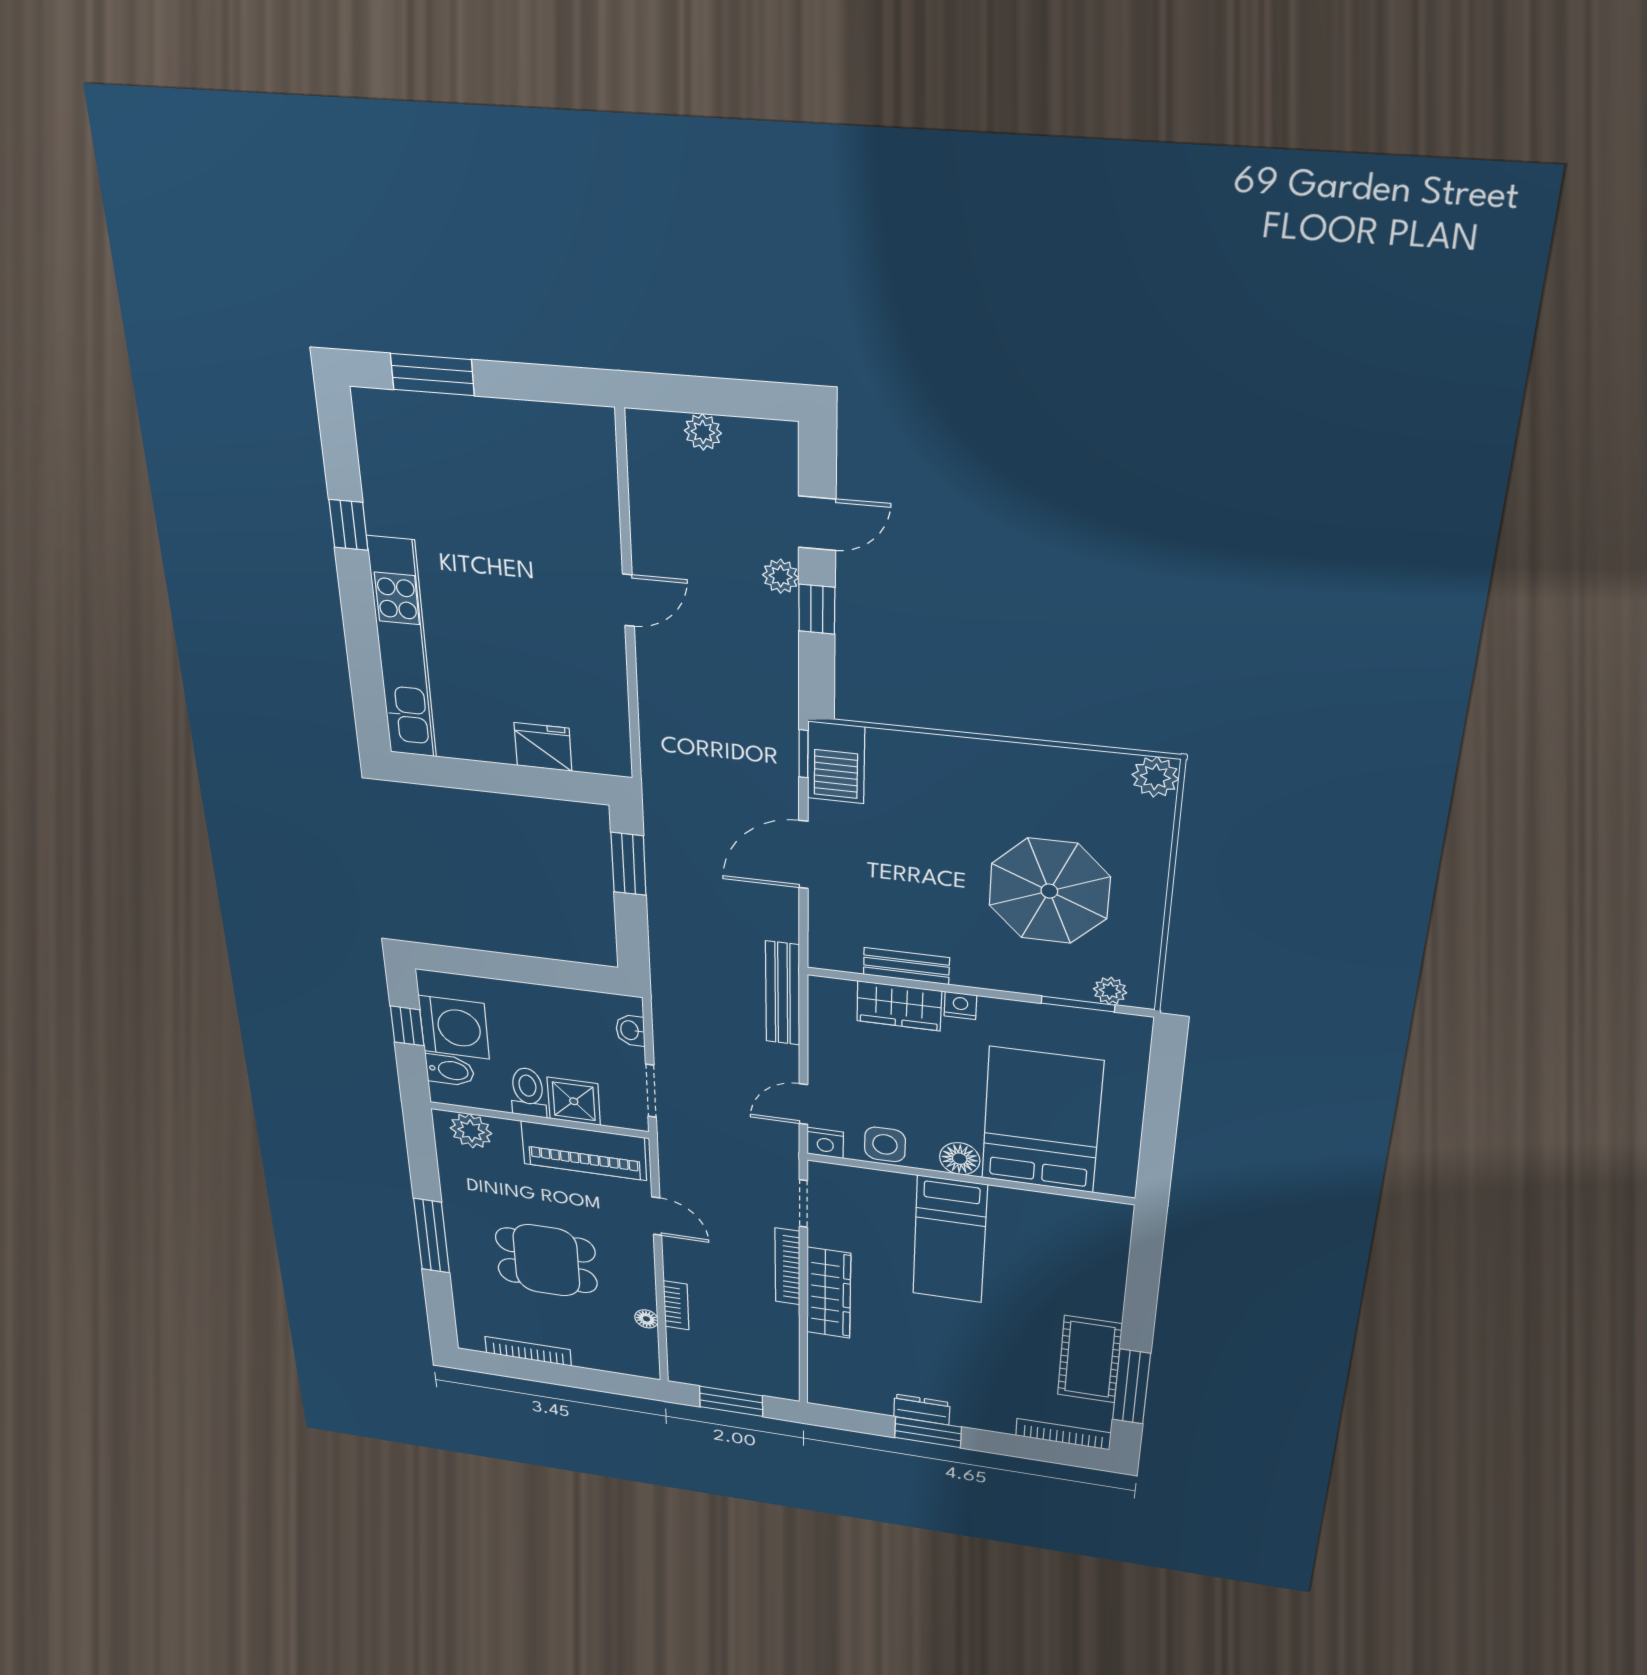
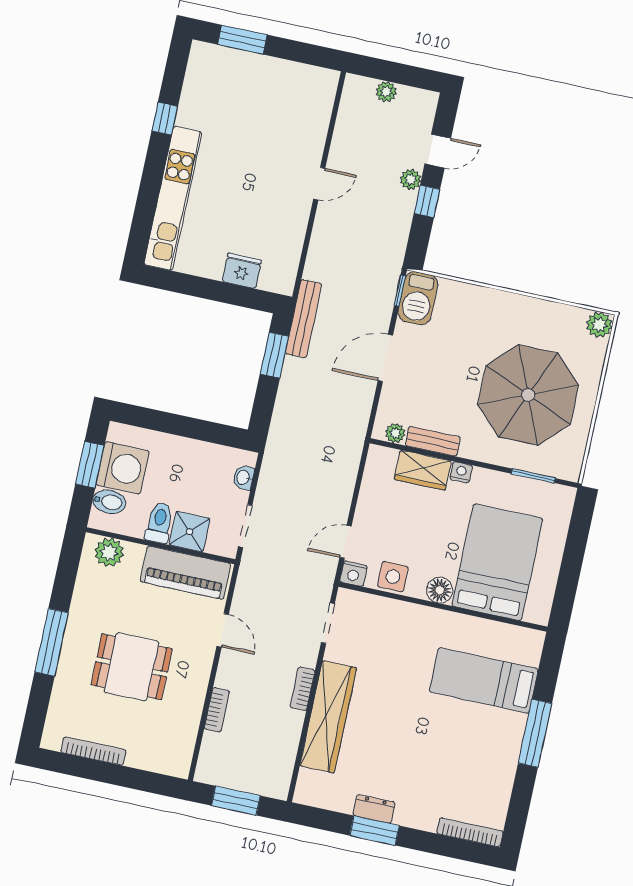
parasol: (1049, 891) -> (528, 395), width x1.36, depth x1.36
plant: (1110, 991) -> (395, 433), moved
bench: (783, 993) -> (304, 319), moved
window: (407, 1026) -> (90, 465), width x1.50
bed: (950, 1240) -> (484, 680), moved, turned 90
bookcase: (787, 1267) -> (303, 689), width x0.64
wardrobe: (829, 1293) -> (328, 717), width x1.40, depth x1.17
floor lamp: (646, 1319) -> (192, 722), removed
cot: (1090, 1359) -> (498, 763), removed
window: (1131, 1387) -> (535, 733), moved

